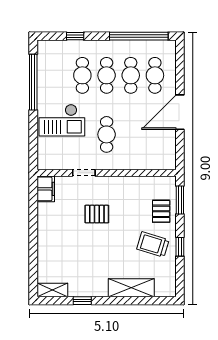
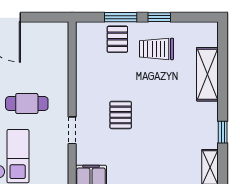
window: (180, 200) -> (121, 17), moved
pallet: (161, 211) -> (117, 39), turned 90
trolley: (153, 244) -> (156, 49), turned 73

